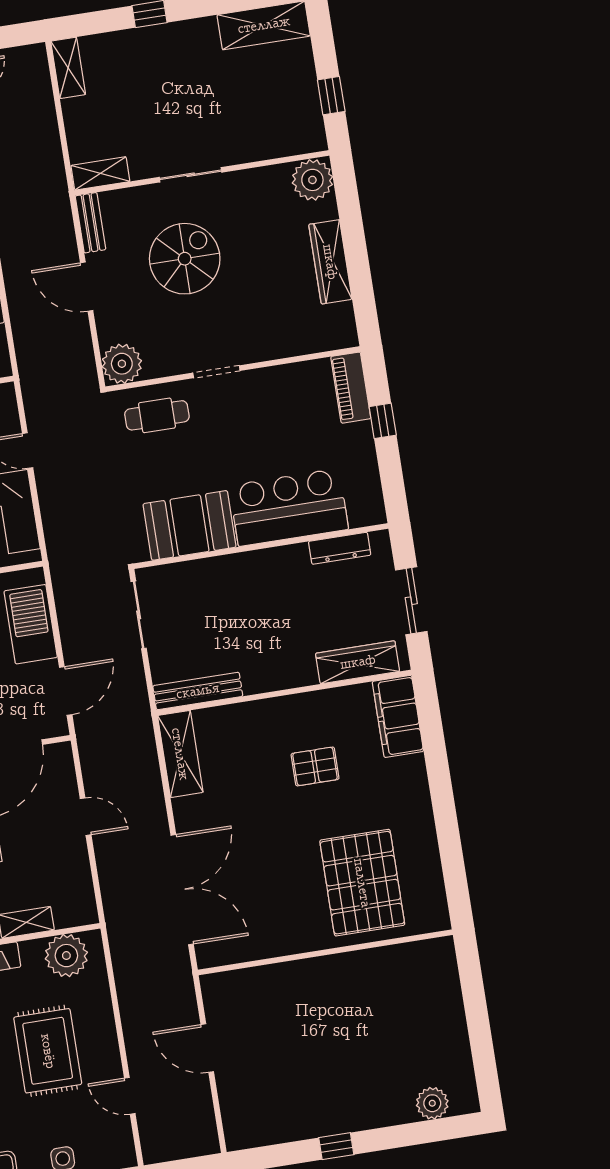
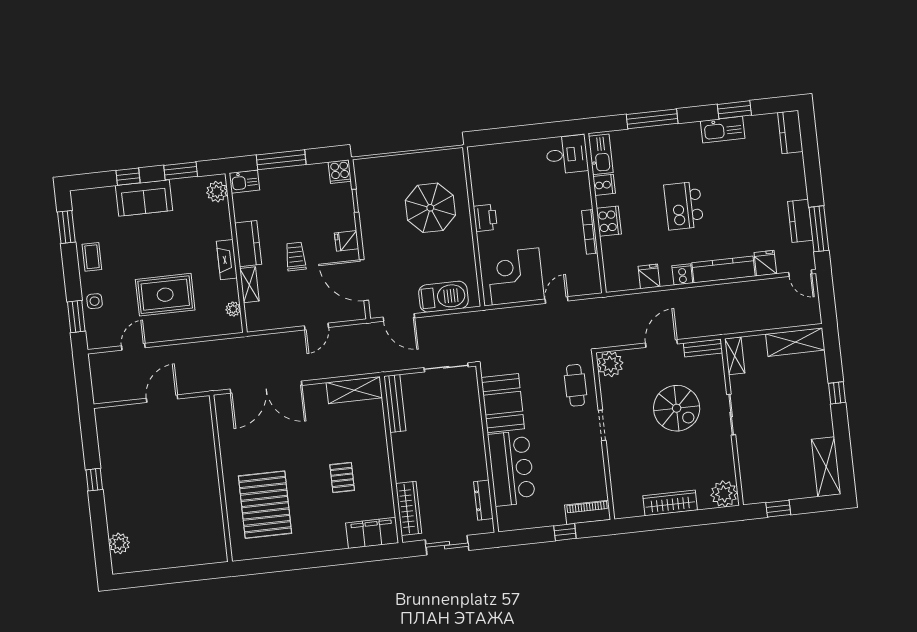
shelving: (68, 68) -> (795, 342), width x1.50, depth x1.33
pallet: (362, 883) -> (265, 505), turned 90
plant: (66, 956) -> (233, 309), width x0.53, depth x0.53

